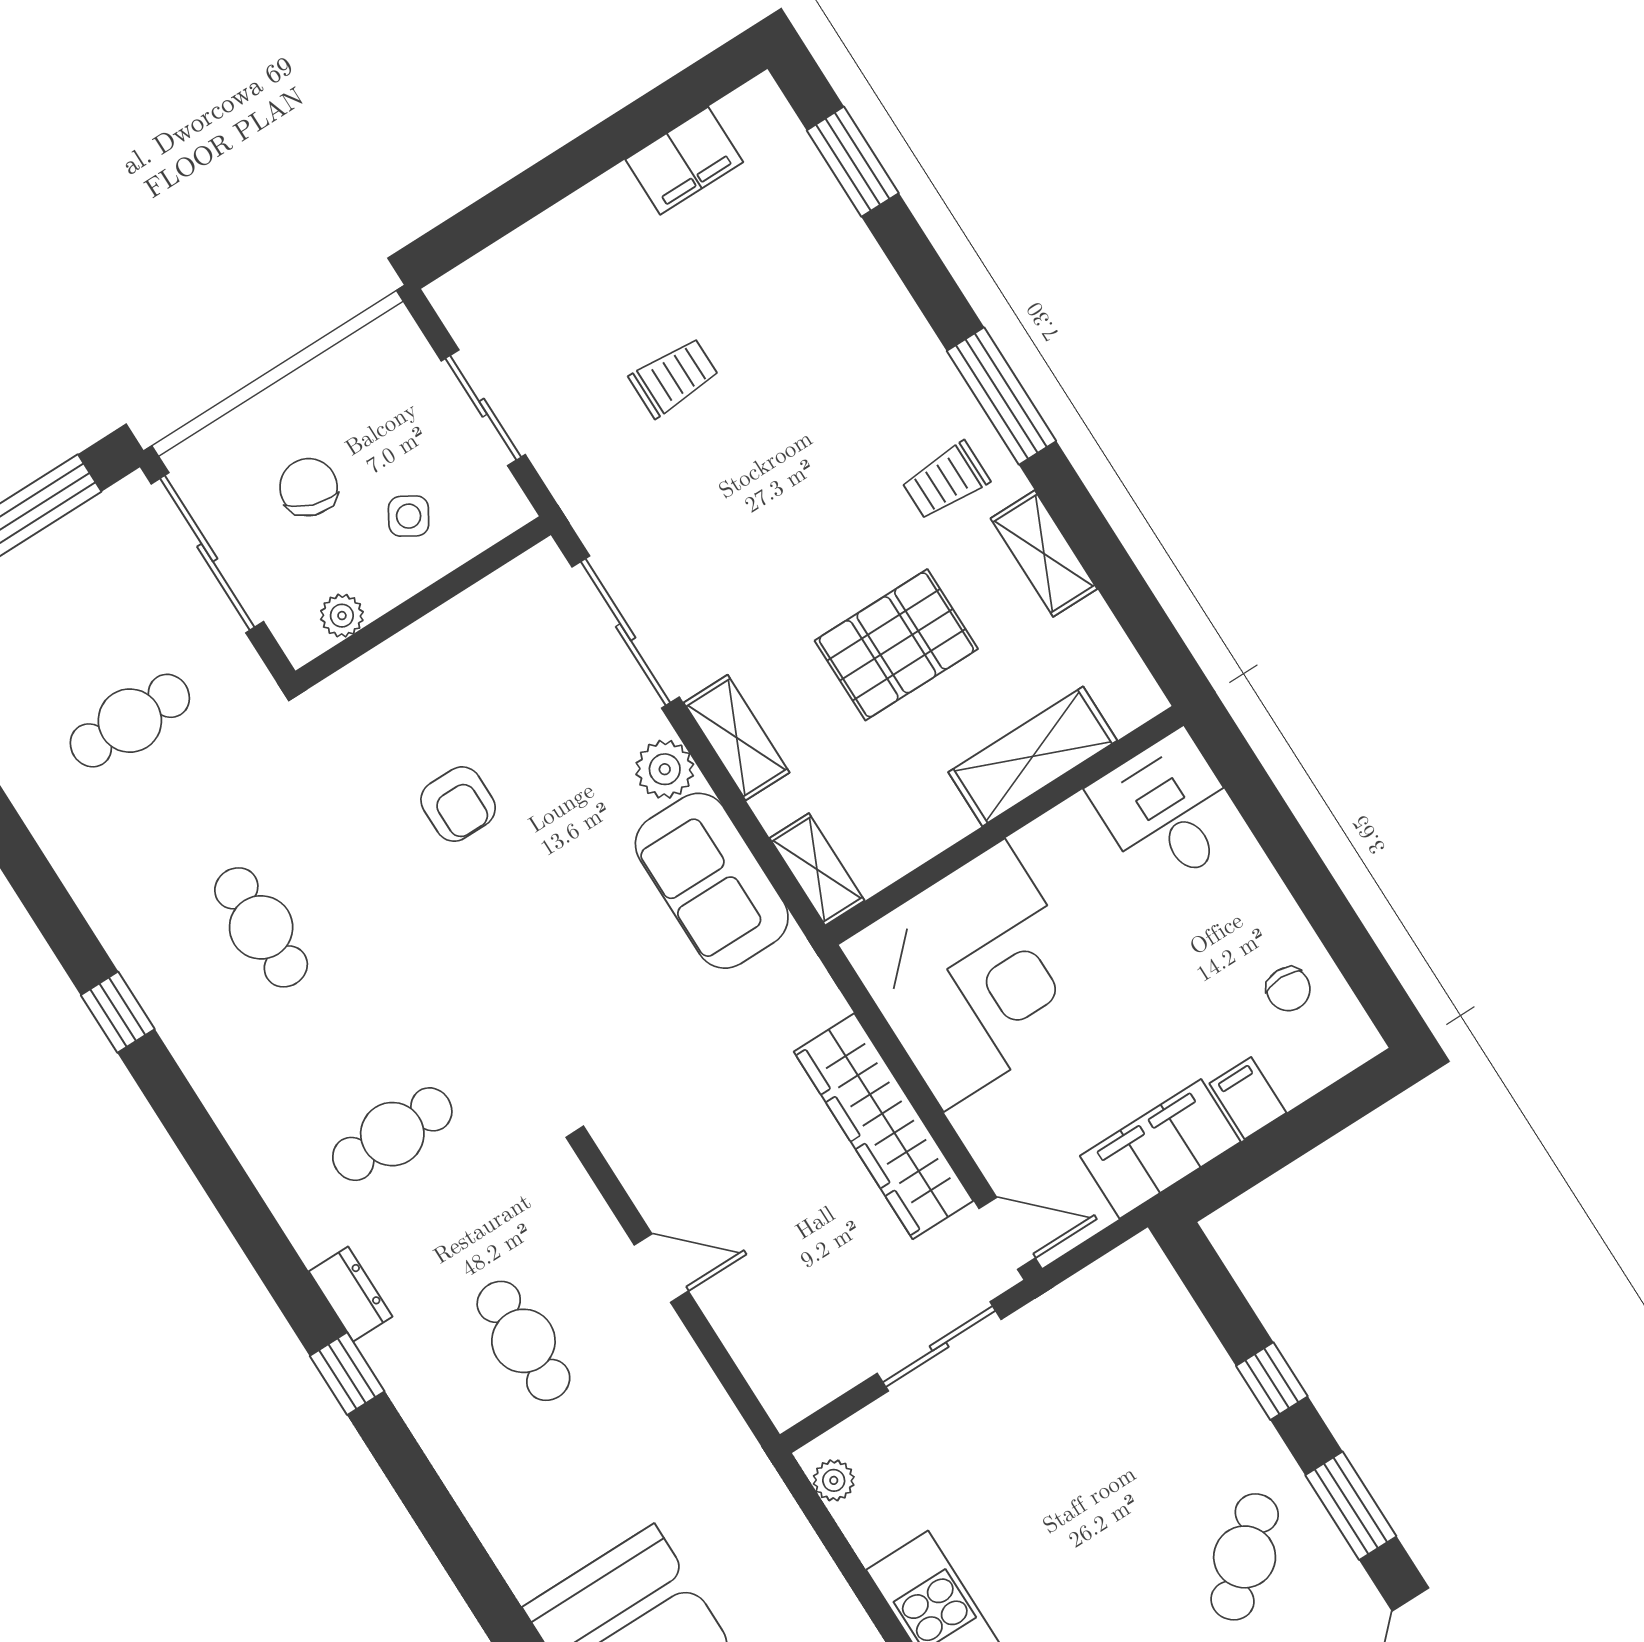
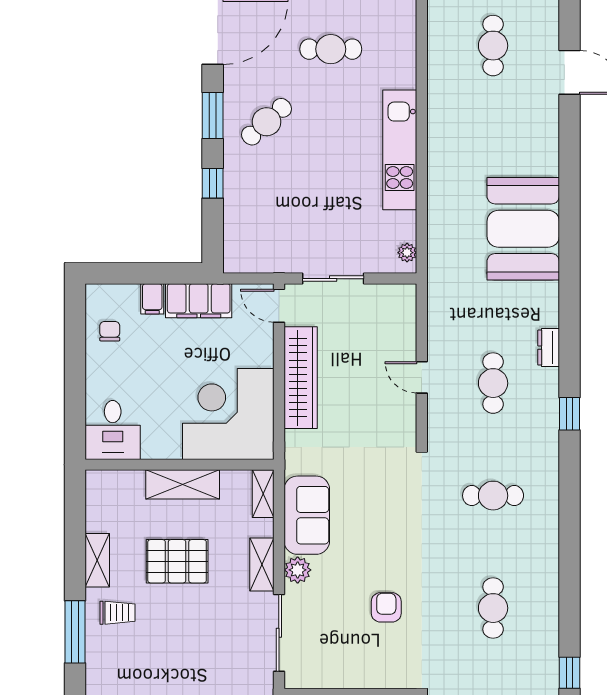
shelving: (1033, 756) -> (183, 484), moved
window: (118, 1012) -> (570, 673), moved
dresser: (351, 1294) -> (549, 348), moved

